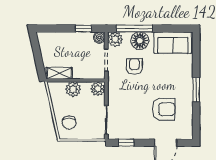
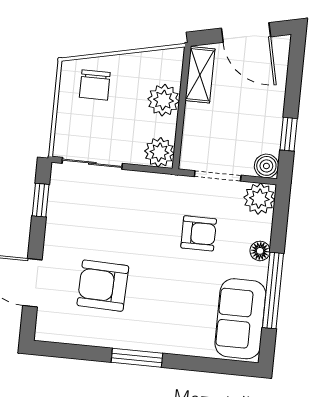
window: (134, 29) -> (273, 290), moved
floor lamp: (140, 41) -> (260, 251), width x0.53, depth x0.53
door: (37, 53) -> (246, 32), added
armchair: (164, 109) -> (103, 286), turned 92
chair: (69, 123) -> (95, 85), turned -90

